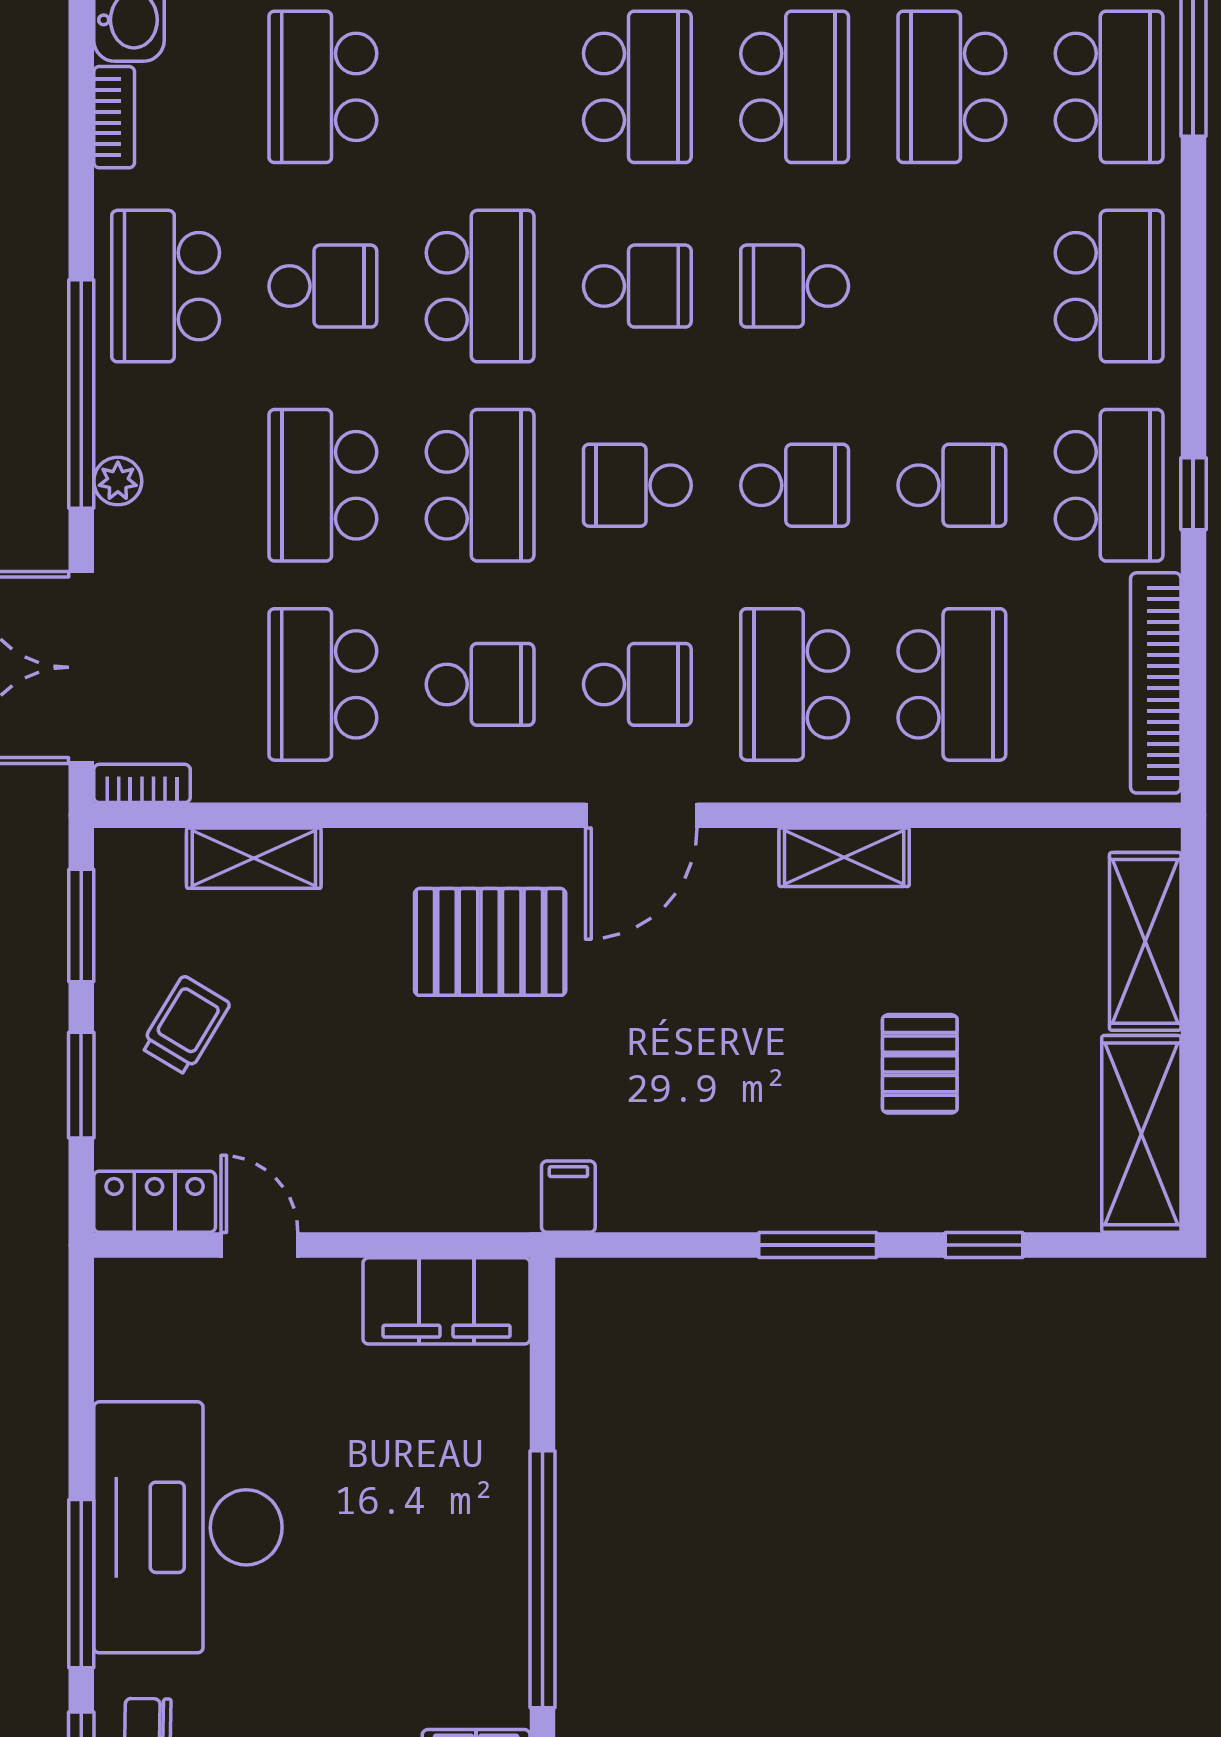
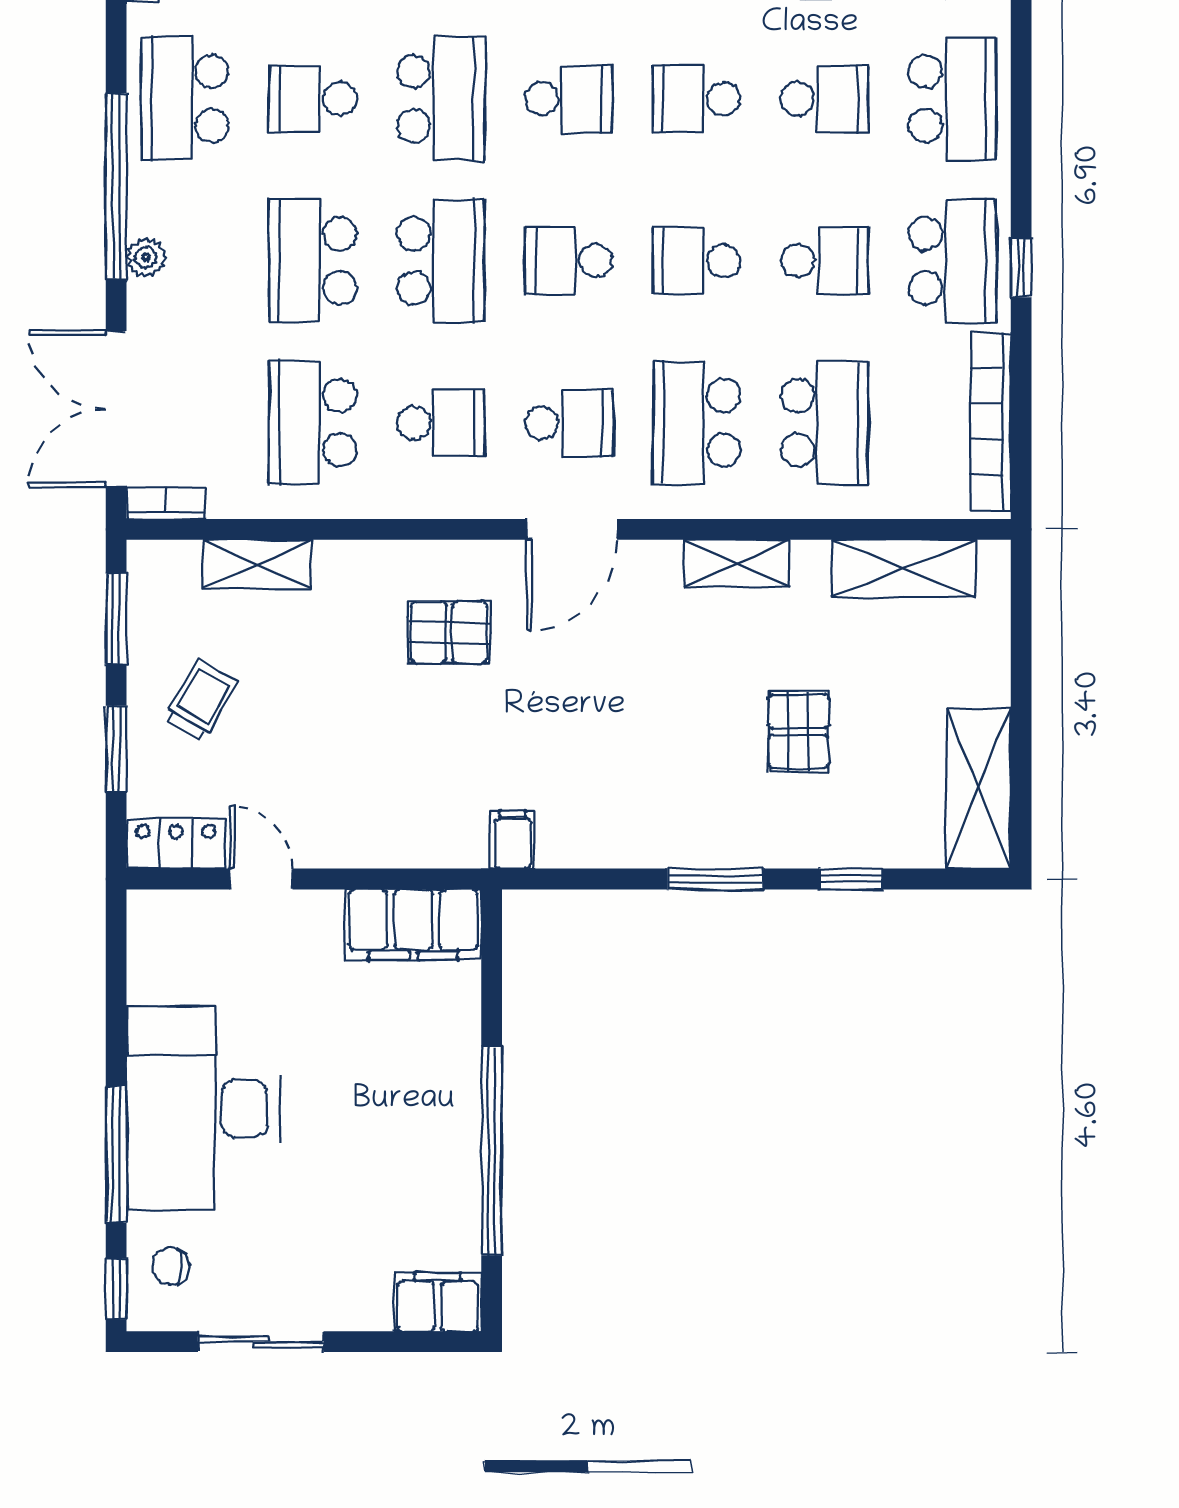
school desk: (323, 286) -> (313, 99), turned 180
school desk: (952, 286) -> (825, 99), added
school desk: (795, 485) -> (697, 261), turned 180
shelving: (1145, 941) -> (903, 569), moved, turned 90
pallet: (490, 942) -> (449, 632), width x0.67, depth x0.71

